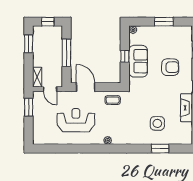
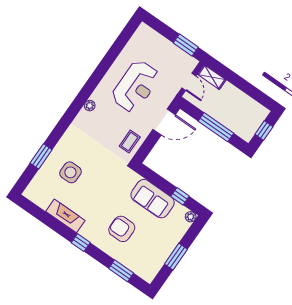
window: (29, 44) -> (254, 93), removed
window: (125, 56) -> (180, 196), moved
armchair: (170, 67) -> (122, 229), turned 90
door: (50, 89) -> (189, 82), swing flipped

